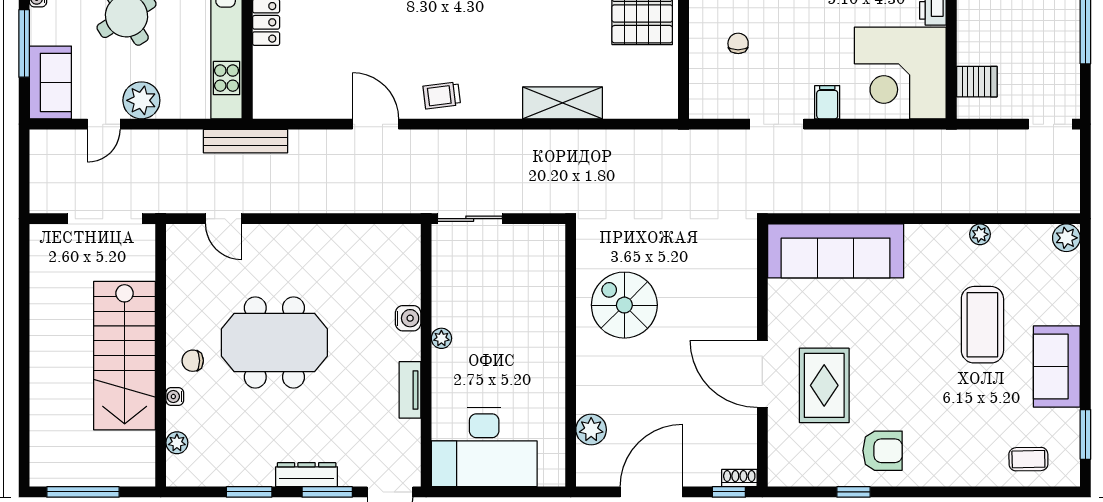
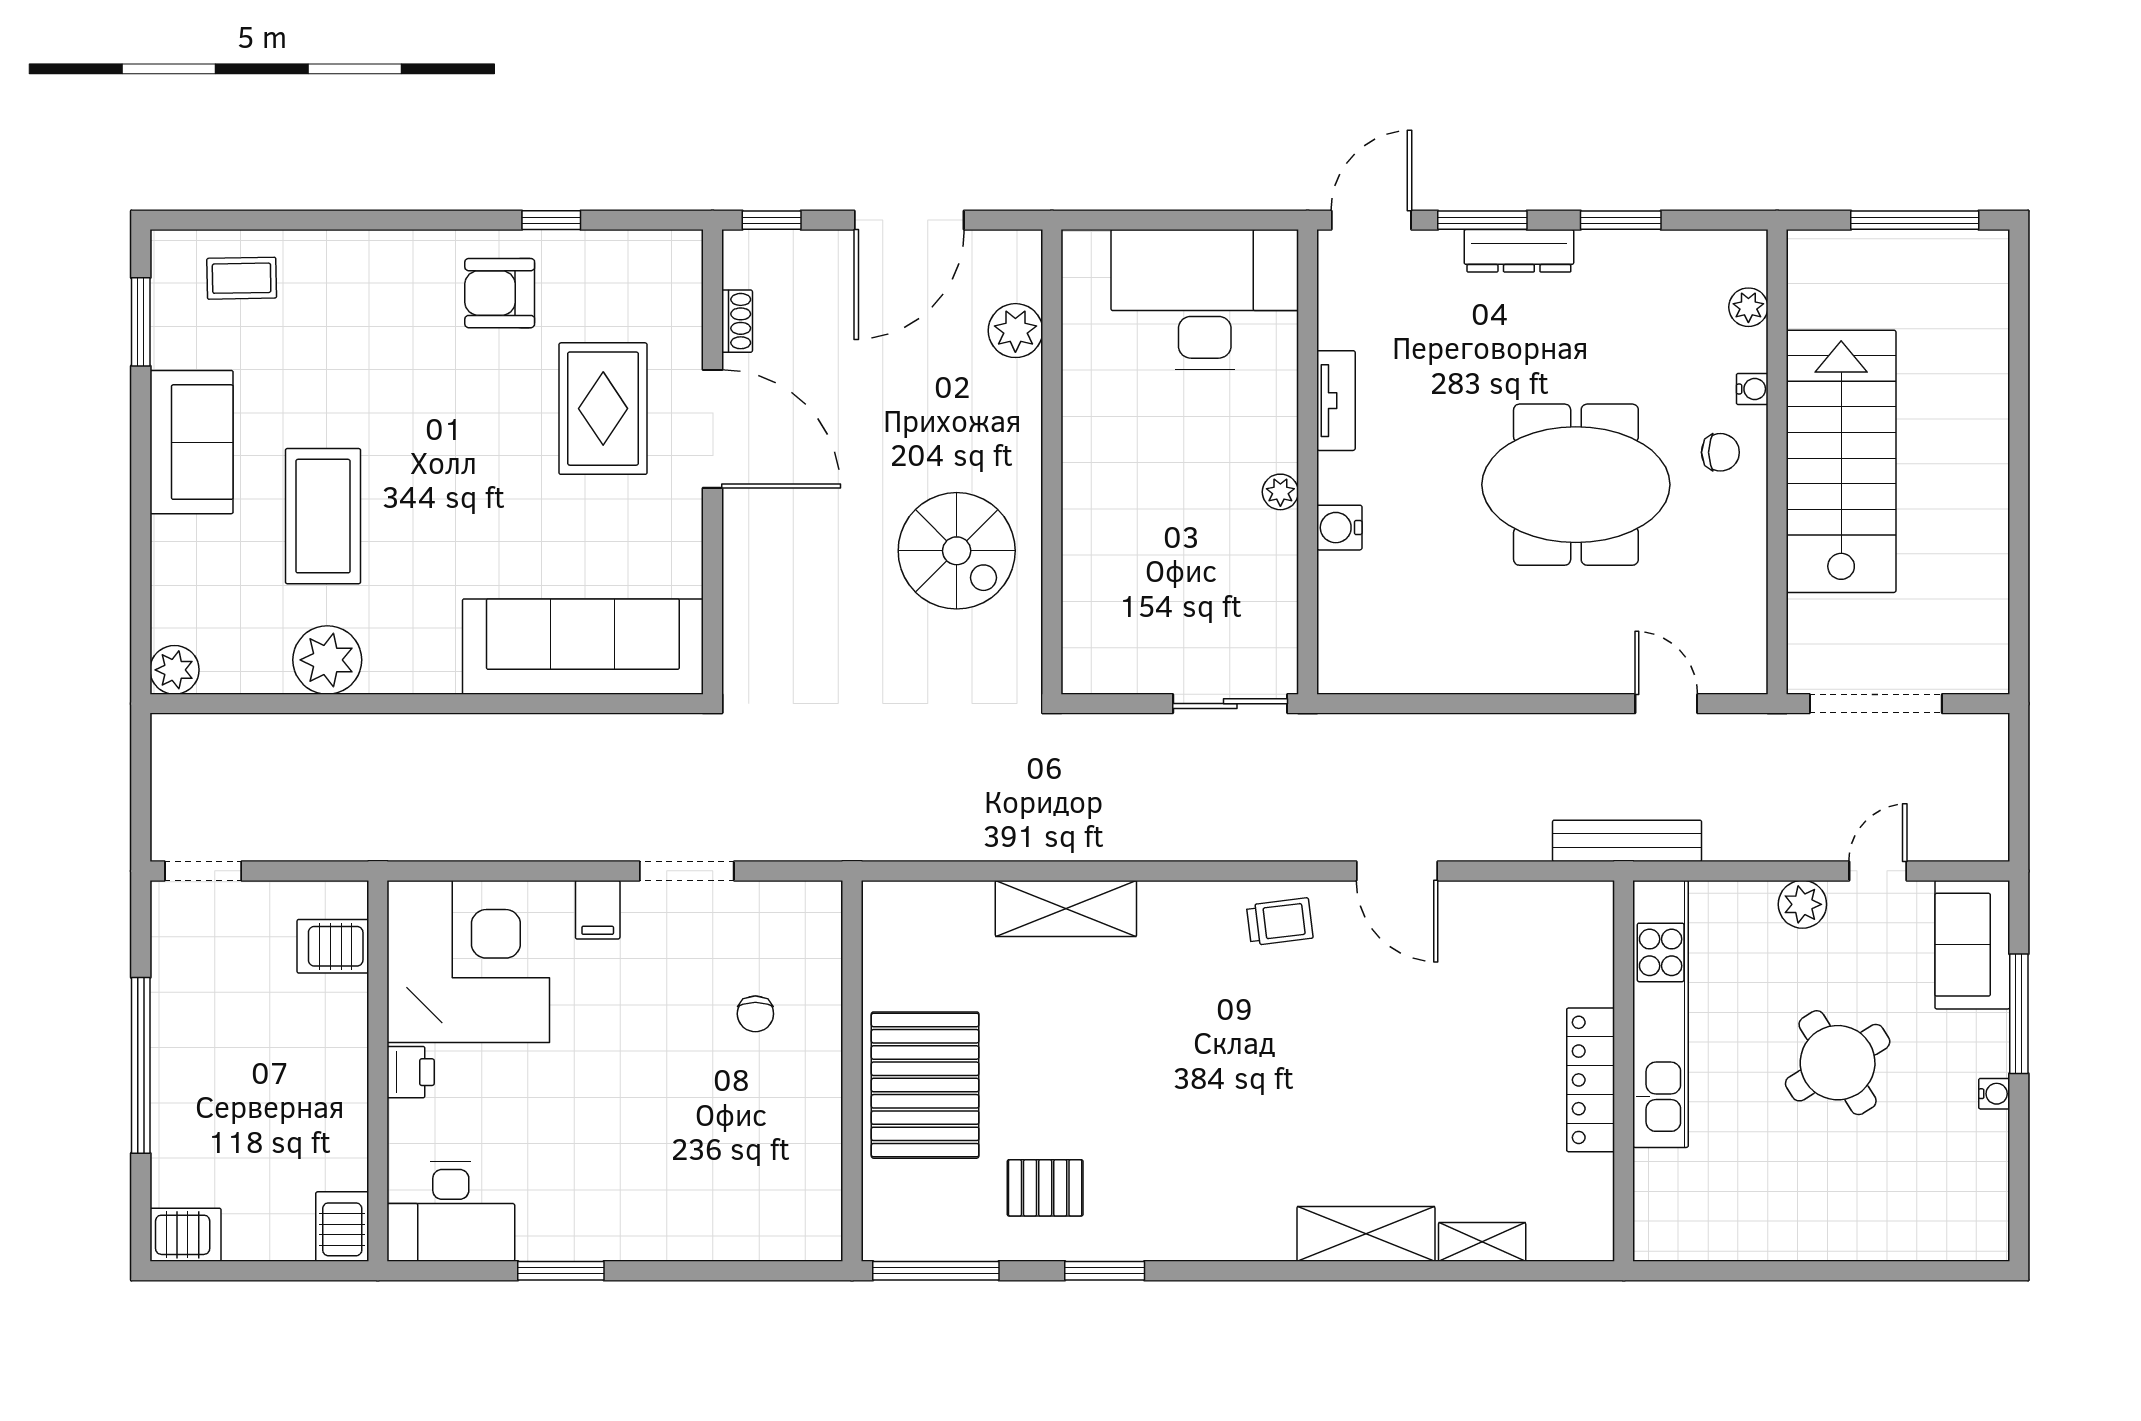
plant: (141, 100) -> (1802, 904), width x0.73, depth x0.73
plant: (980, 234) -> (327, 660), width x1.87, depth x1.87
shoe rack: (739, 478) -> (737, 321), moved, turned -90

